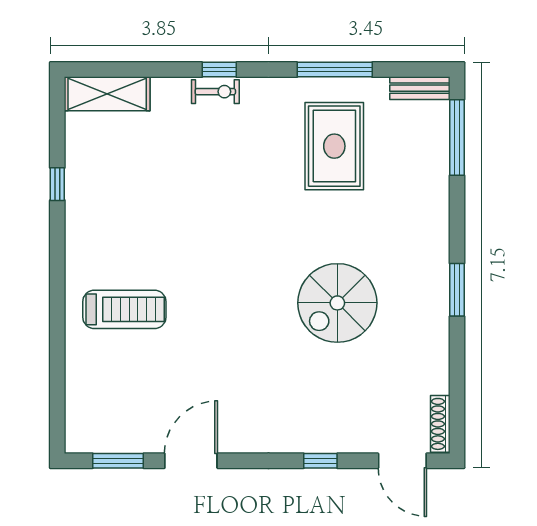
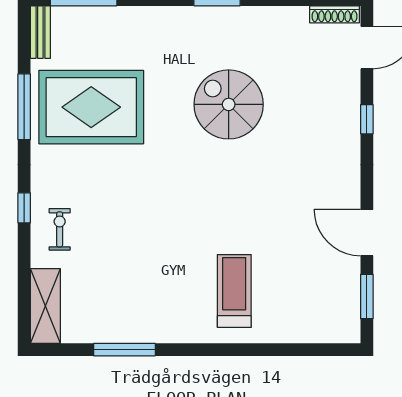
exercise bike: (215, 92) -> (60, 229), moved
rug: (334, 146) -> (91, 107), width x1.37, depth x1.44
window: (57, 184) -> (124, 350), width x2.17
spiral stairs: (337, 303) -> (229, 104), turned 180

